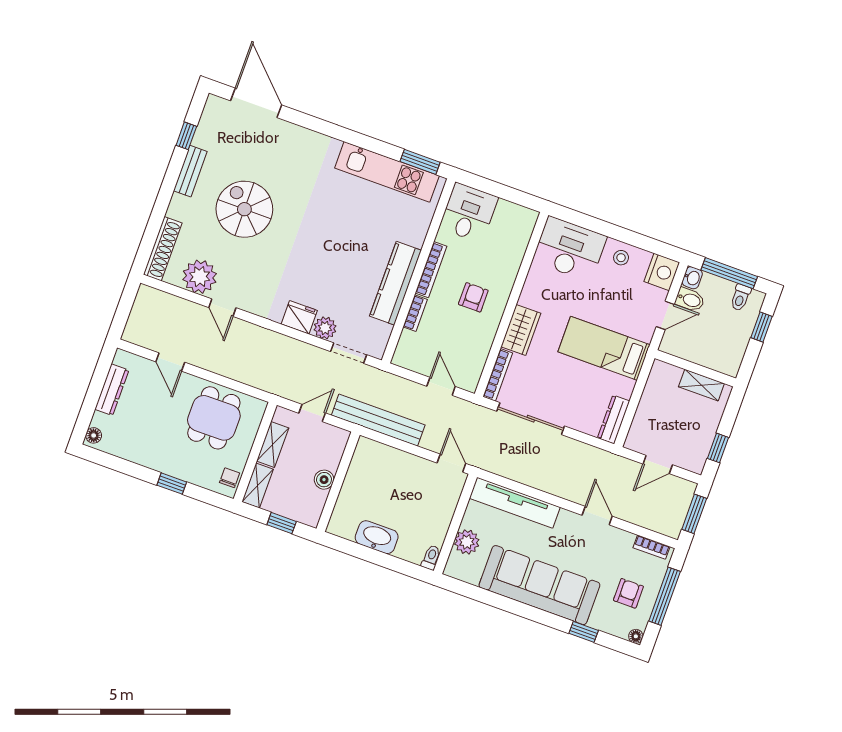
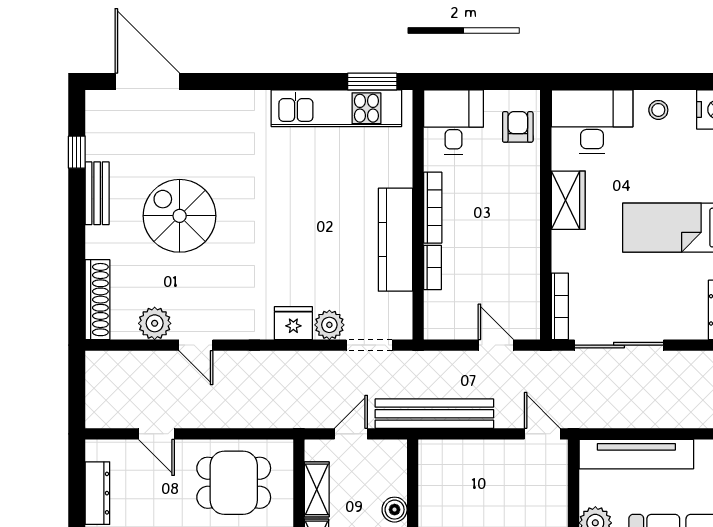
plant: (200, 277) -> (155, 323), width x0.73, depth x0.73
armchair: (473, 297) -> (518, 127), moved
wardrobe: (521, 330) -> (568, 200), moved
dining table: (214, 418) -> (234, 483), turned 90

